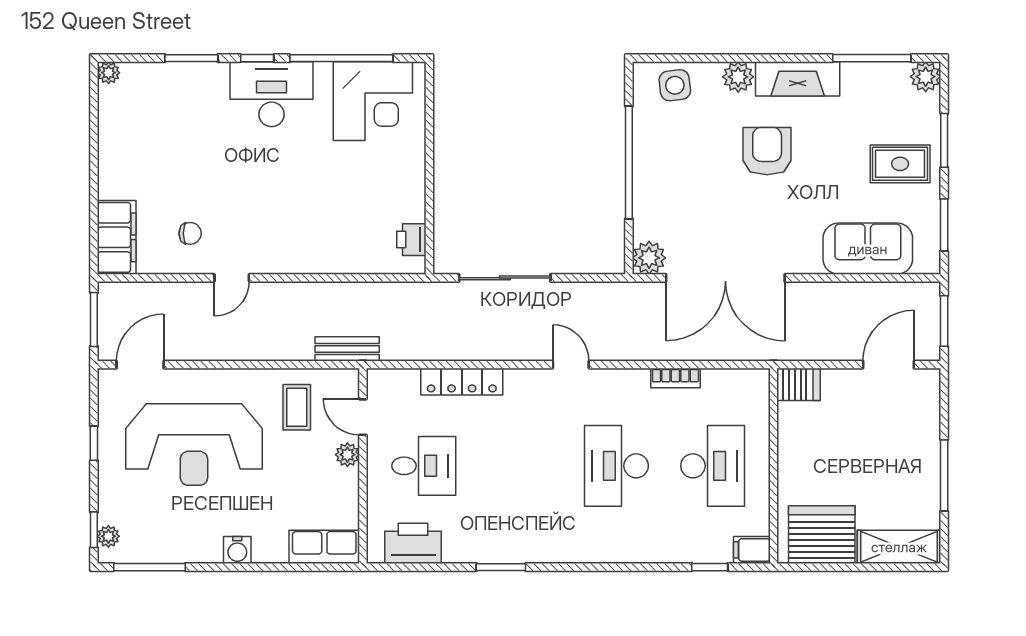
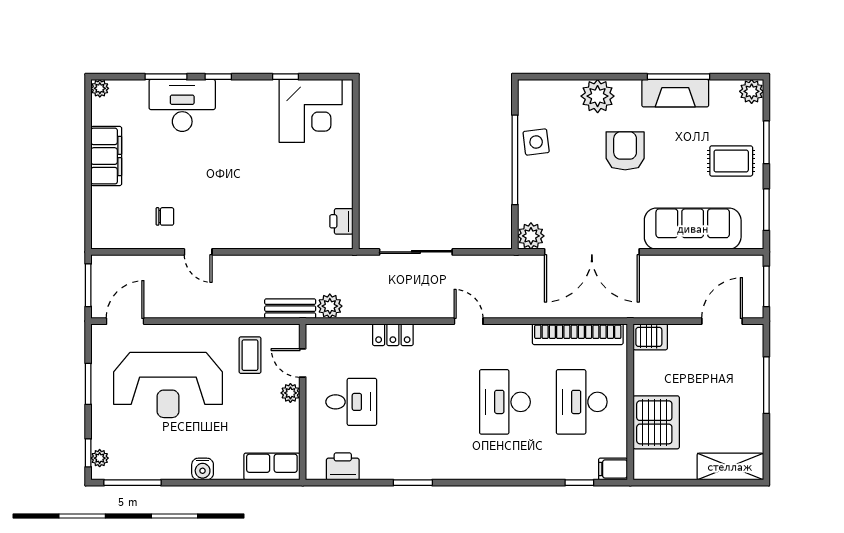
window: (341, 58) -> (286, 77), width x0.32
window: (872, 58) -> (679, 77), moved
plant: (738, 77) -> (598, 96), width x1.36, depth x1.36
fireplace: (798, 79) -> (675, 93), moved
side table: (675, 85) -> (536, 142), moved
desk: (272, 94) -> (182, 105), moved
filing cabinet: (117, 237) -> (106, 156), moved
sofa: (868, 249) -> (693, 229), width x1.36
door: (232, 278) -> (198, 252), hinge flipped
plant: (397, 346) -> (330, 306), added
bookcase: (675, 378) -> (578, 334), width x2.31, depth x1.31
locker: (462, 382) -> (393, 335), width x0.66
window: (94, 443) -> (88, 384), width x1.50
desk: (713, 466) -> (582, 402), turned 180
window: (944, 475) -> (766, 385), moved
server rack: (822, 535) -> (656, 422), moved, turned 90
printer: (413, 543) -> (343, 466), width x0.73, depth x0.84

